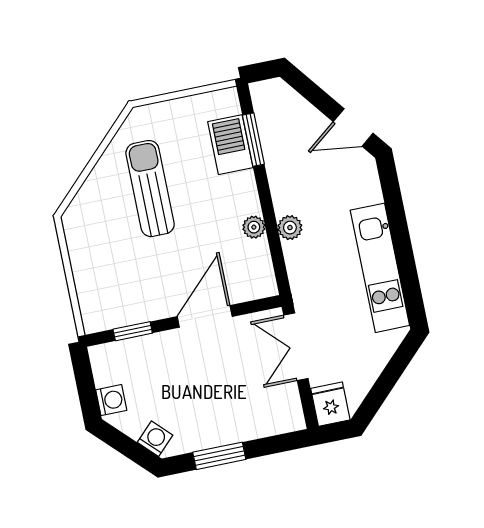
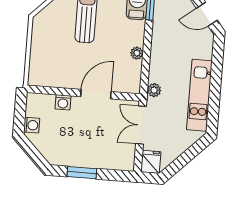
plant: (290, 228) -> (154, 90), moved
window: (133, 331) -> (54, 91), removed
washing machine: (155, 439) -> (63, 102), moved, turned 135

